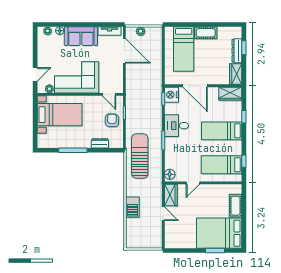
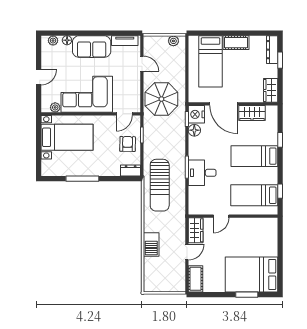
plant: (141, 31) -> (173, 41), moved
door: (124, 51) -> (142, 64), width x0.53
dresser: (237, 51) -> (272, 50), moved
door: (35, 74) -> (39, 77), moved
parasol: (141, 81) -> (161, 99), added
door: (109, 94) -> (124, 114), hinge flipped
wardrobe: (230, 94) -> (252, 113), moved
desk: (176, 126) -> (202, 173), moved
dresser: (100, 143) -> (131, 171), moved
sun lounger: (140, 156) -> (160, 185), turned 180
floor lamp: (170, 174) -> (194, 130), moved
cot: (235, 206) -> (196, 279), moved
door: (163, 214) -> (187, 252), hinge flipped

